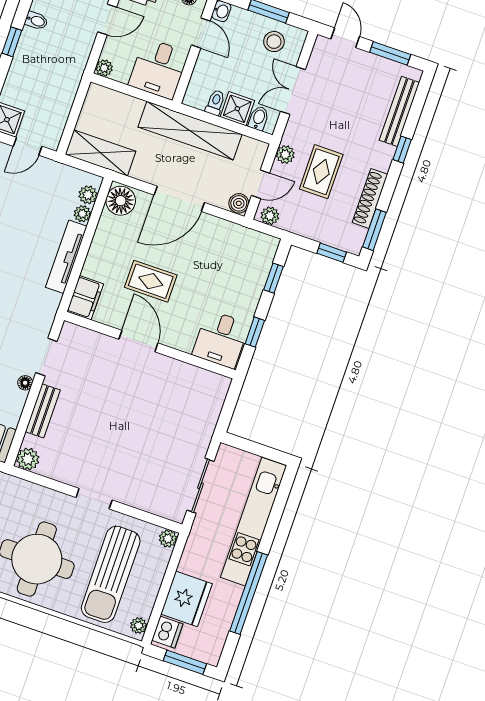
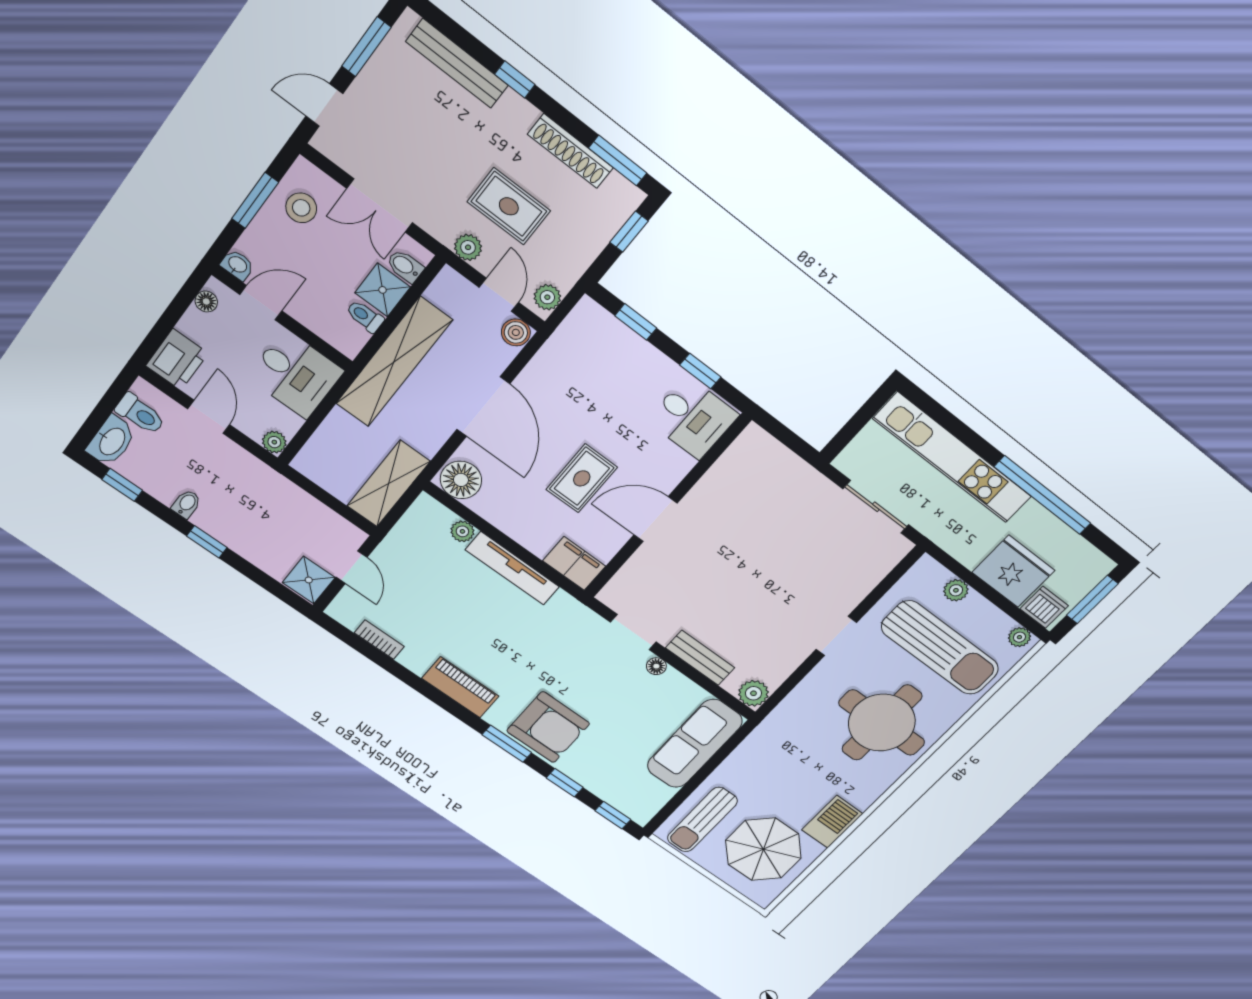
plant: (88, 195) -> (440, 517), removed
plant: (168, 539) -> (956, 590), moved

